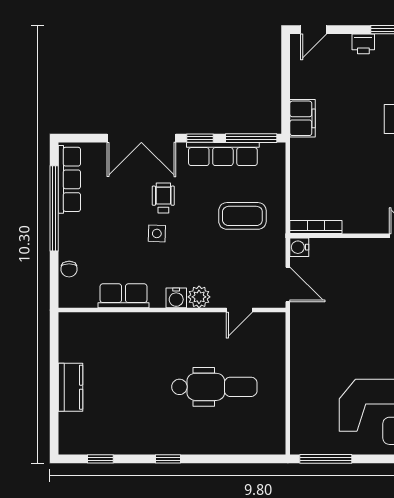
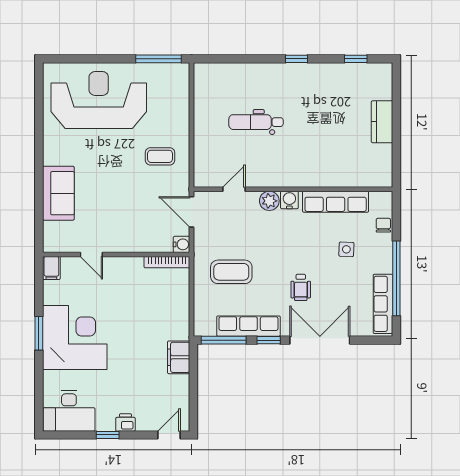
side table: (157, 233) -> (346, 249), moved
row of seats: (124, 296) -> (336, 202), width x1.48
coffee table: (324, 348) -> (160, 156), added
dental chair: (214, 387) -> (256, 122), width x0.73, depth x0.72

